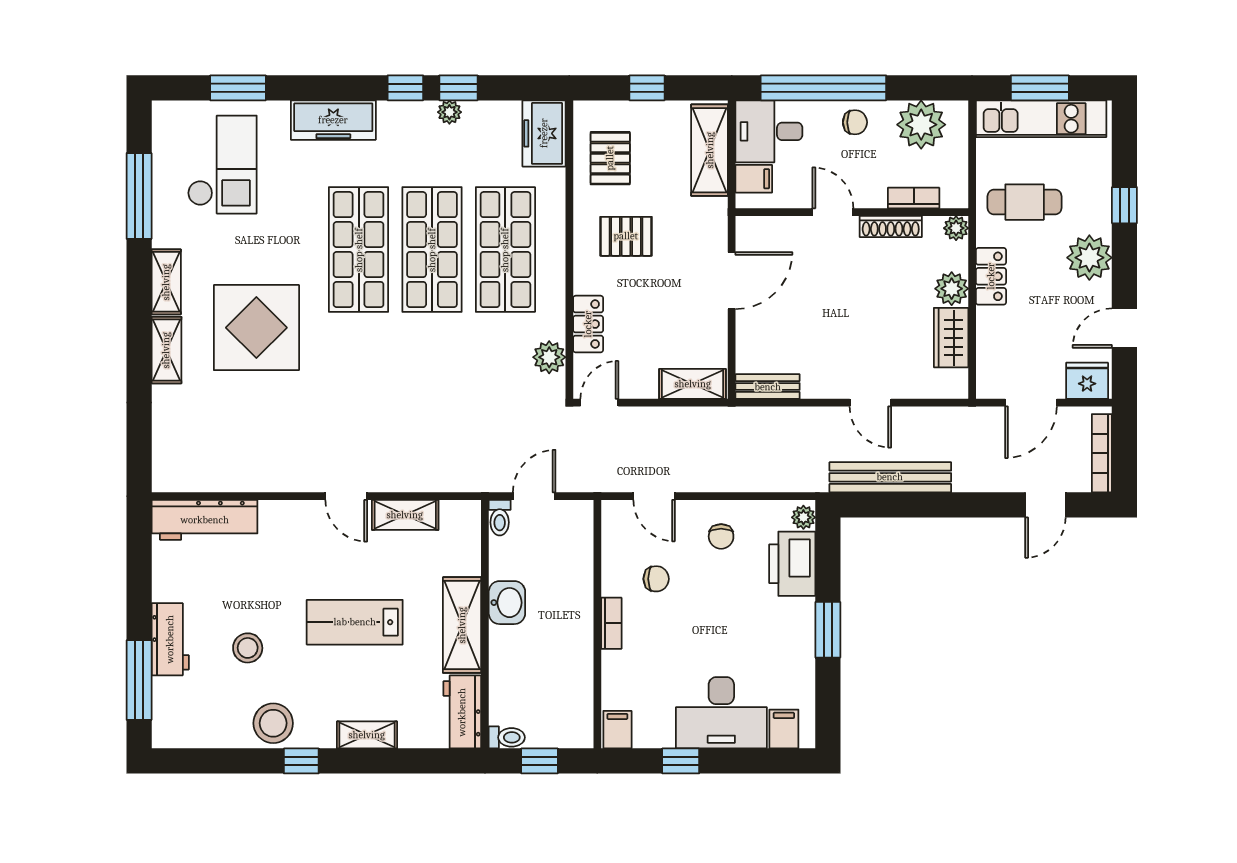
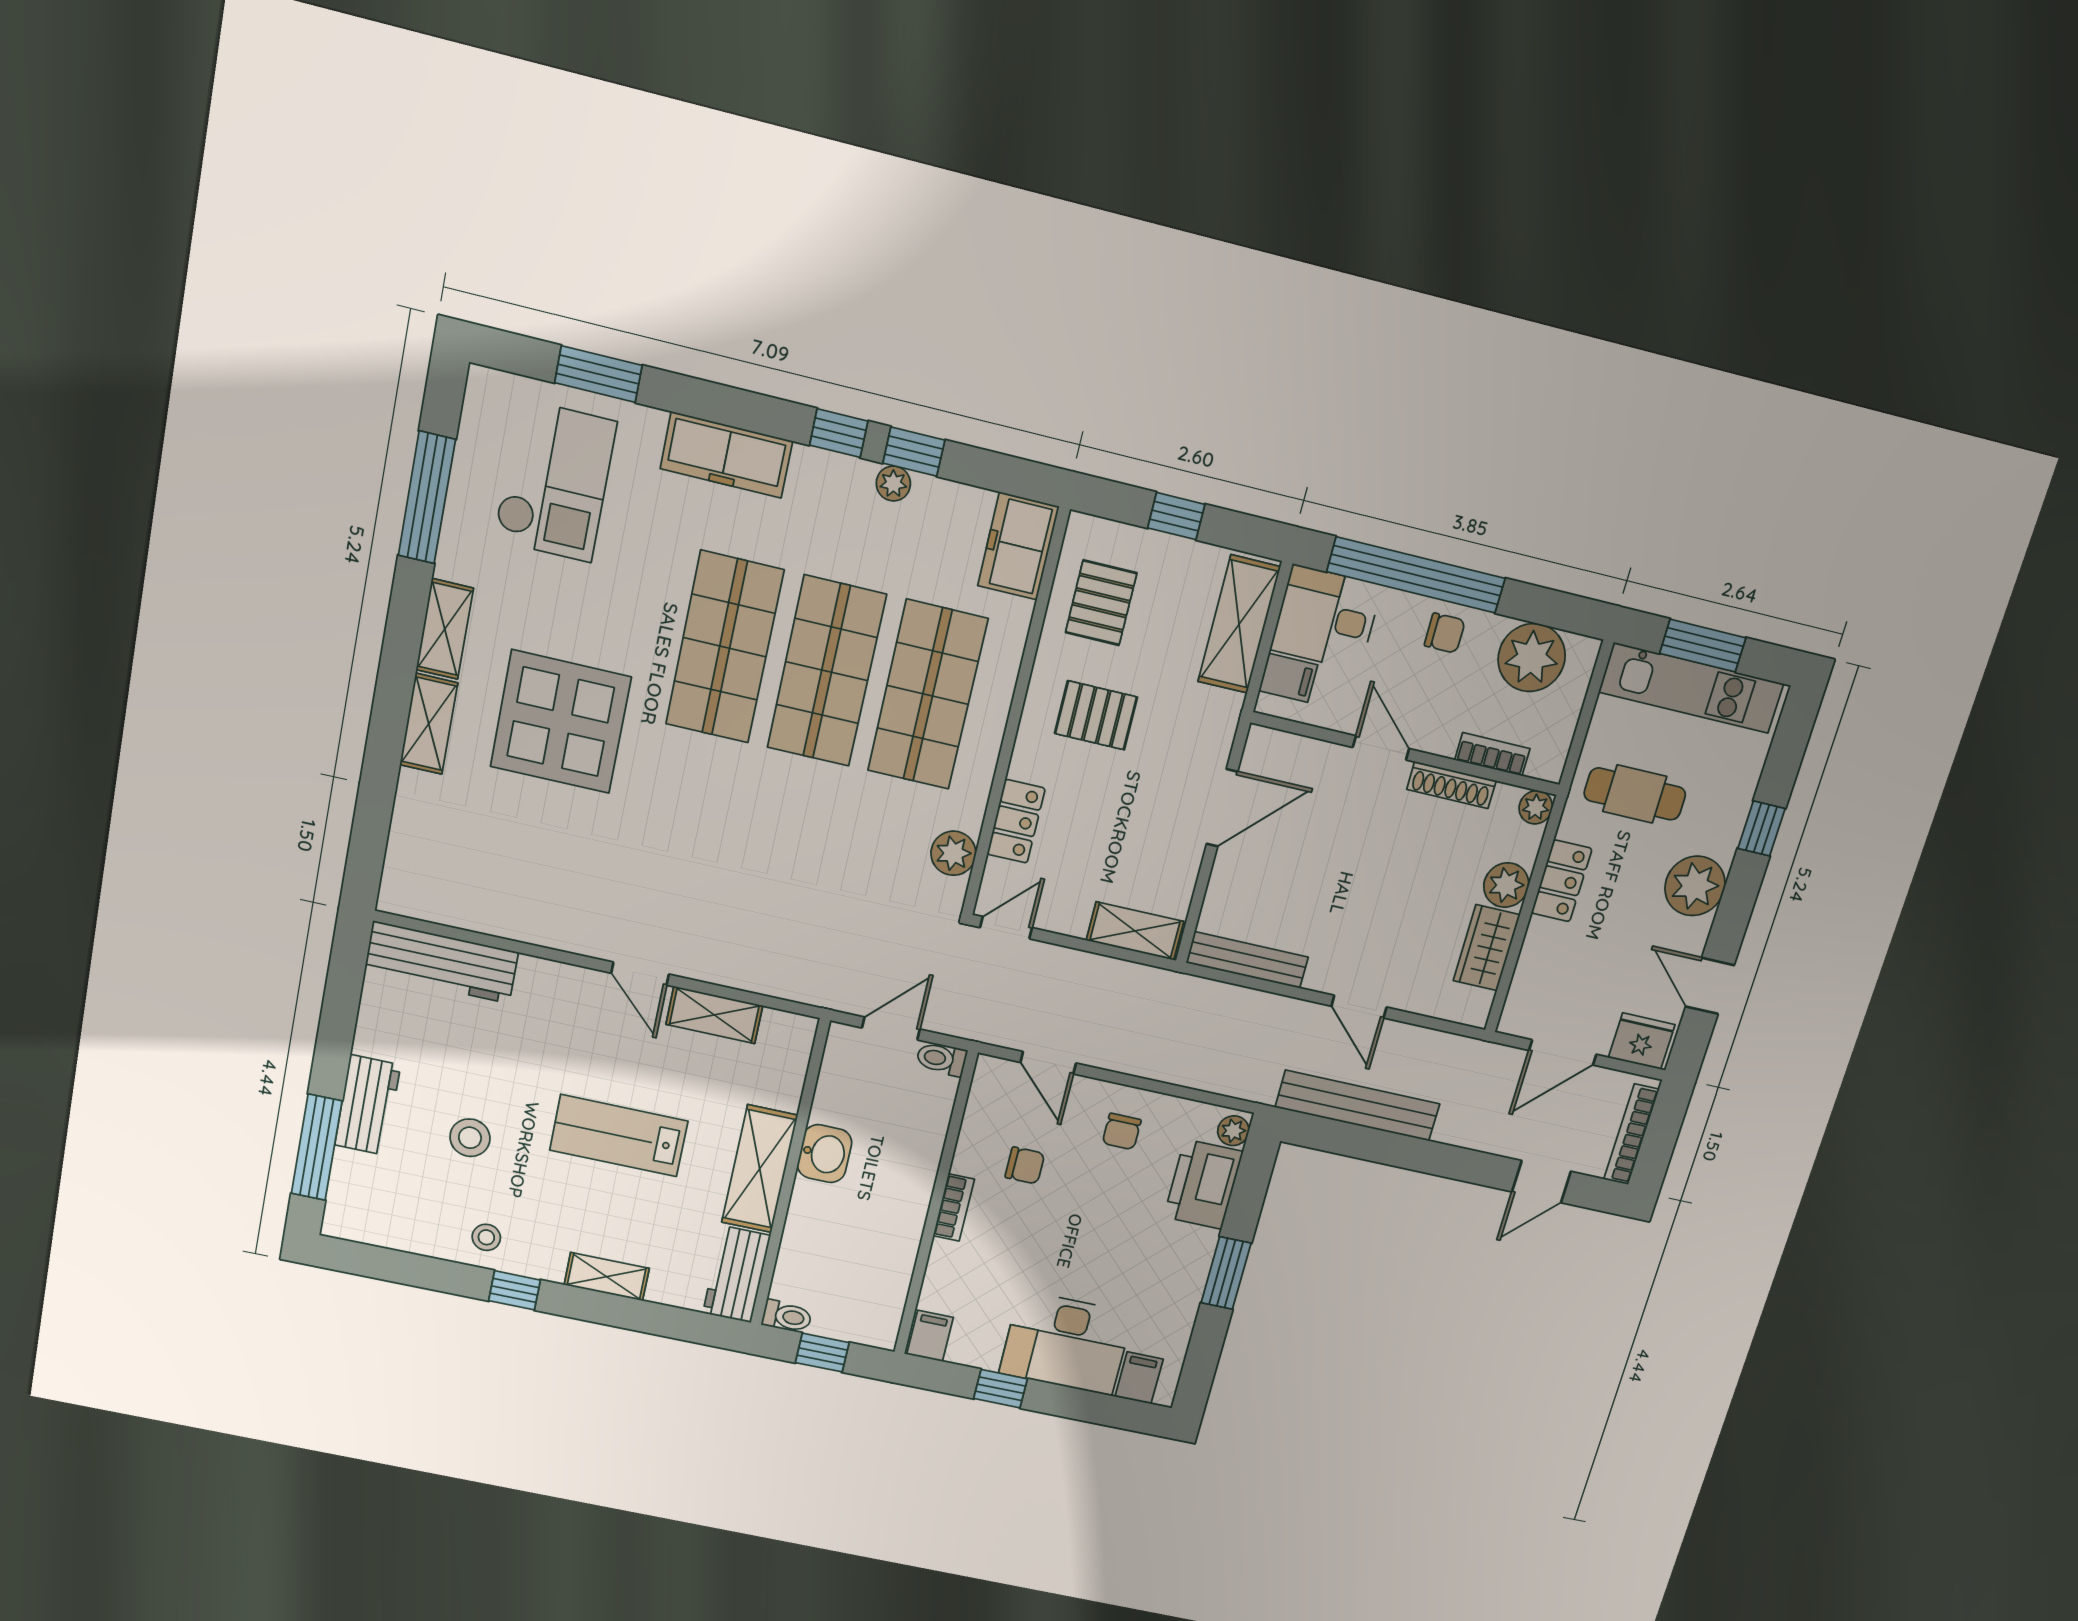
door: (1124, 328) -> (1710, 986), hinge flipped
bench: (768, 387) -> (1247, 960), width x1.36
toilet: (500, 518) -> (941, 1059), moved, turned 90
stool: (273, 723) -> (486, 1237), width x0.53, depth x0.53

